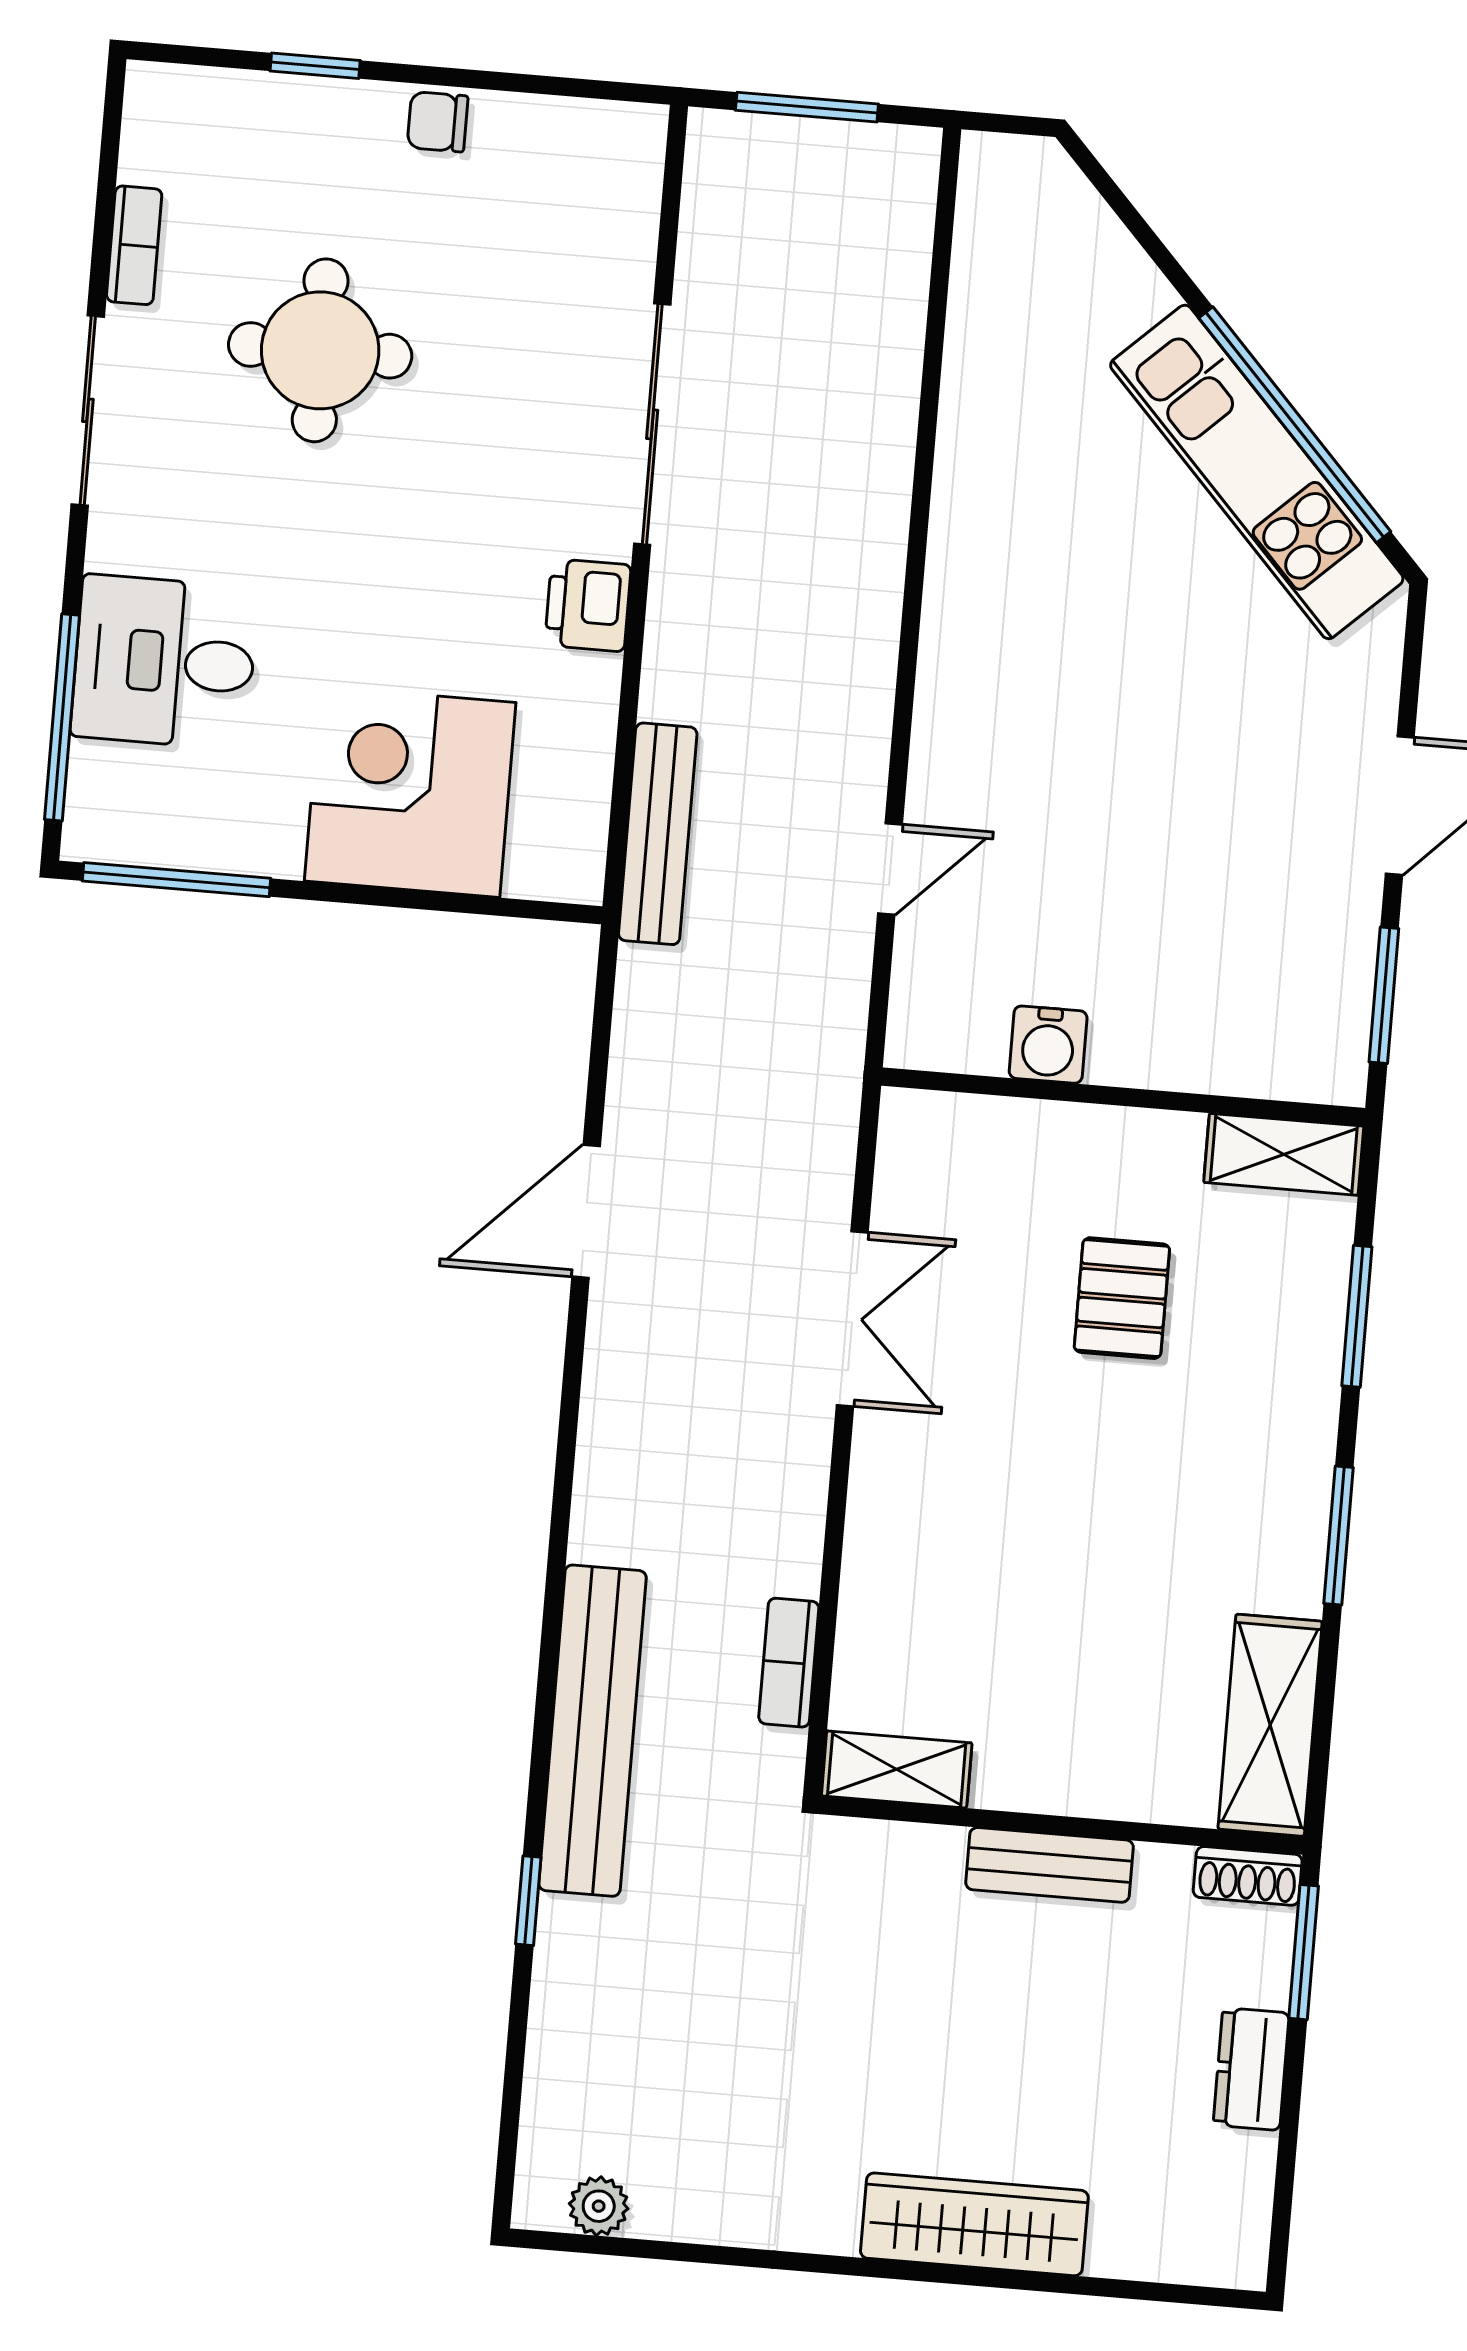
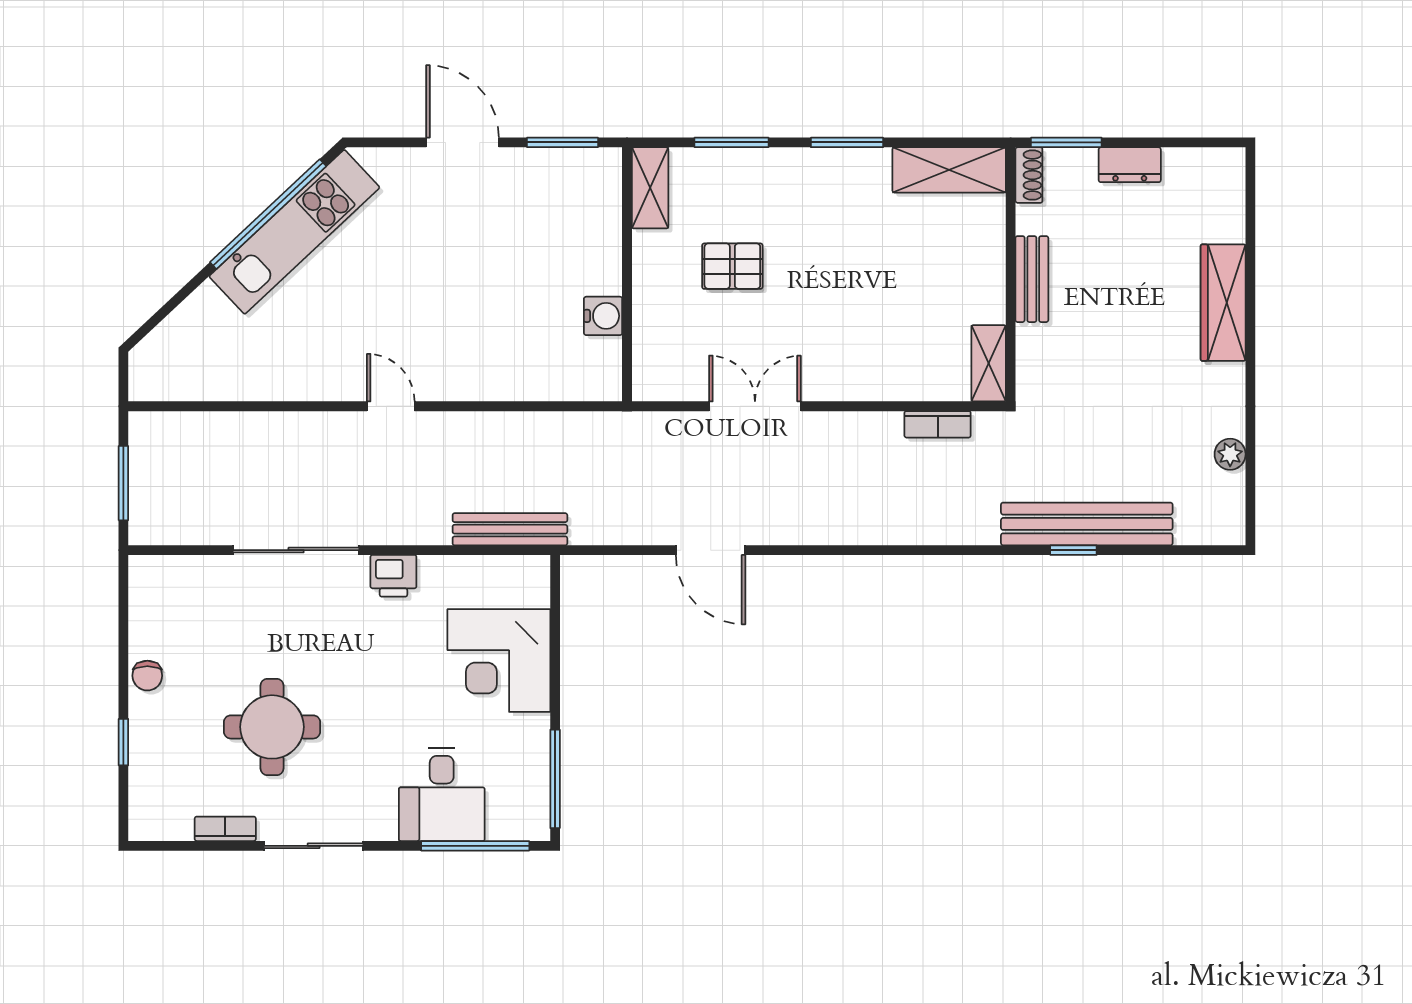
door: (890, 869) -> (391, 406), moved
bench: (593, 1731) -> (1087, 524), moved
plant: (599, 2206) -> (1230, 454), moved

